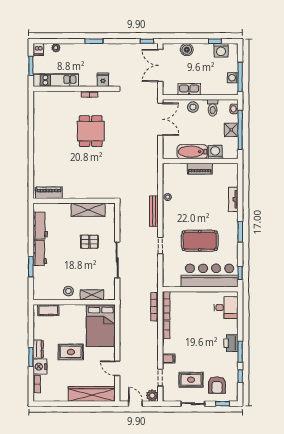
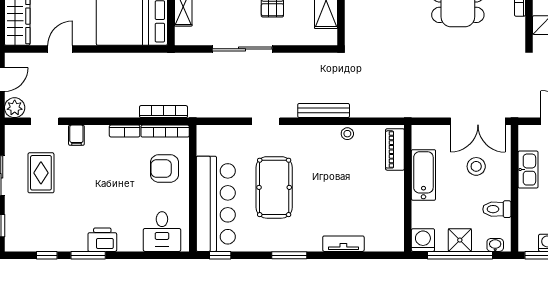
stool: (193, 107) -> (476, 166), moved
washing machine: (215, 152) -> (423, 240), moved, turned -90
piano: (200, 169) -> (395, 149), moved
armchair: (217, 385) -> (165, 168), moved

